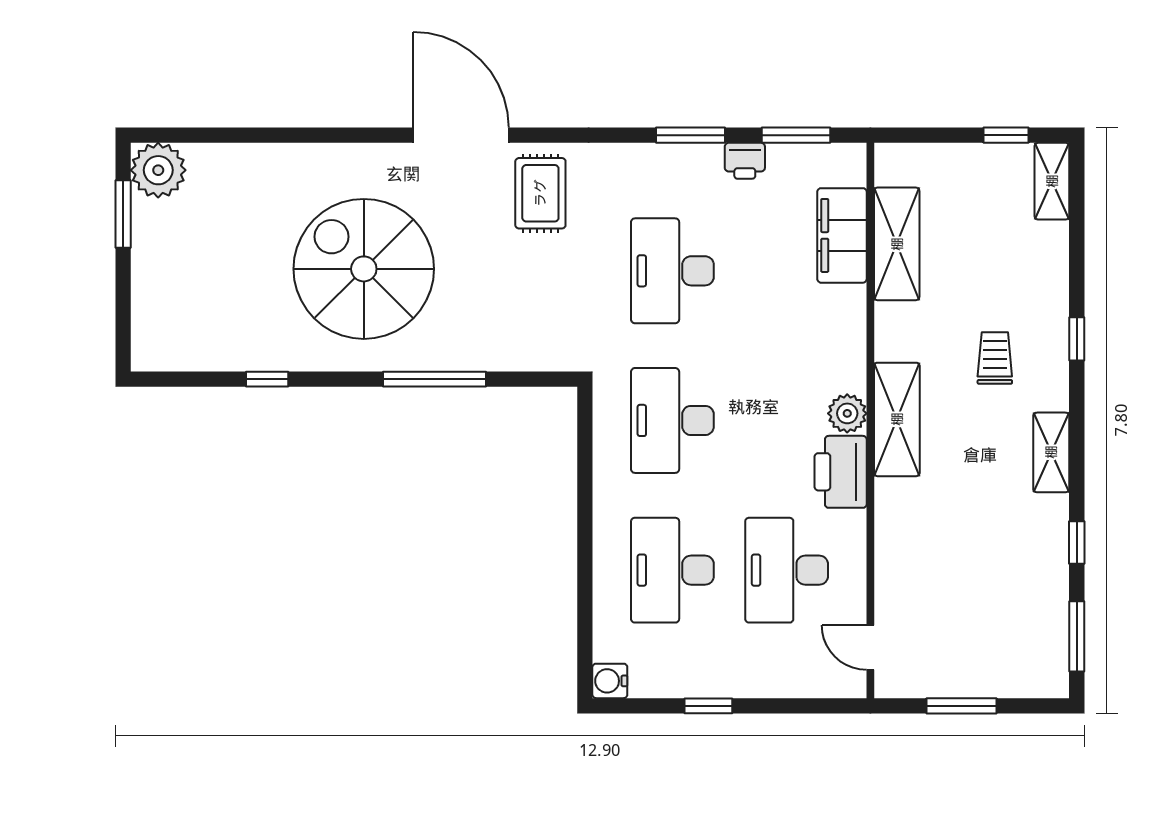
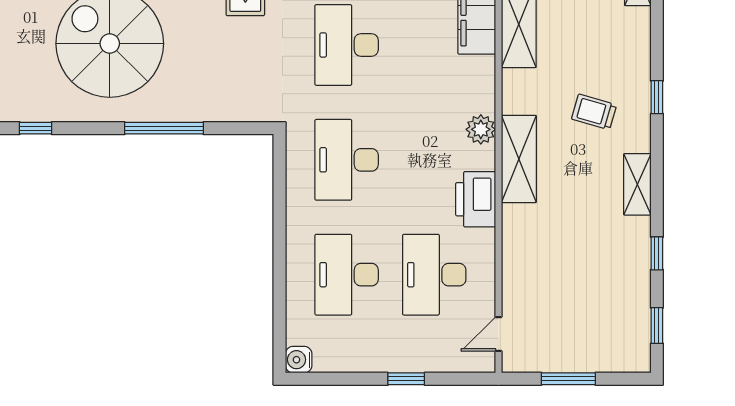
trolley: (995, 358) -> (594, 112), turned -74
plant: (847, 413) -> (481, 129), moved
window: (1077, 636) -> (657, 326), width x0.67
door: (870, 647) -> (498, 334), hinge flipped
window: (708, 706) -> (406, 379), moved

